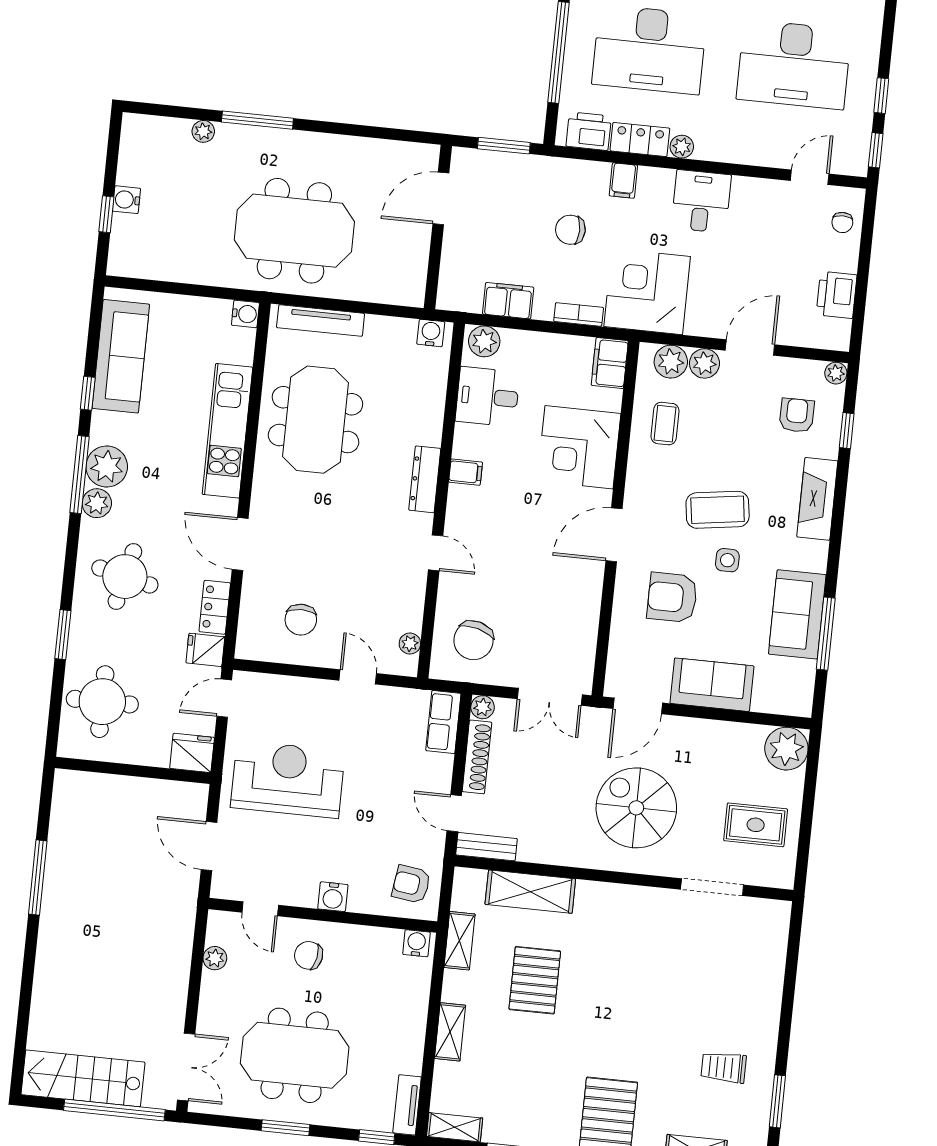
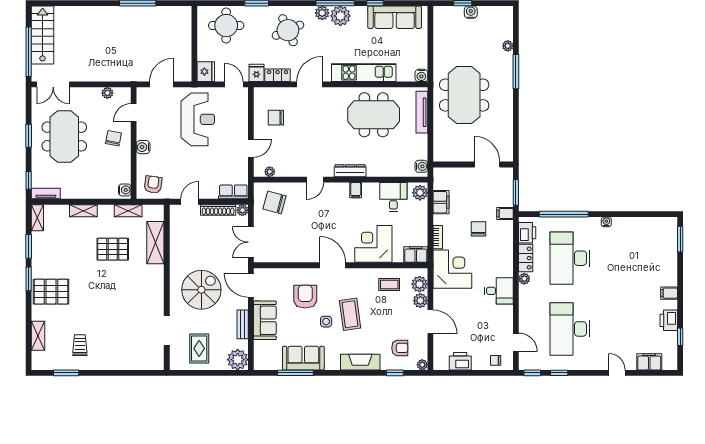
filing cabinet: (623, 181) -> (505, 213), moved
round table: (125, 577) -> (288, 30), turned -37
bench: (486, 847) -> (243, 324), moved

